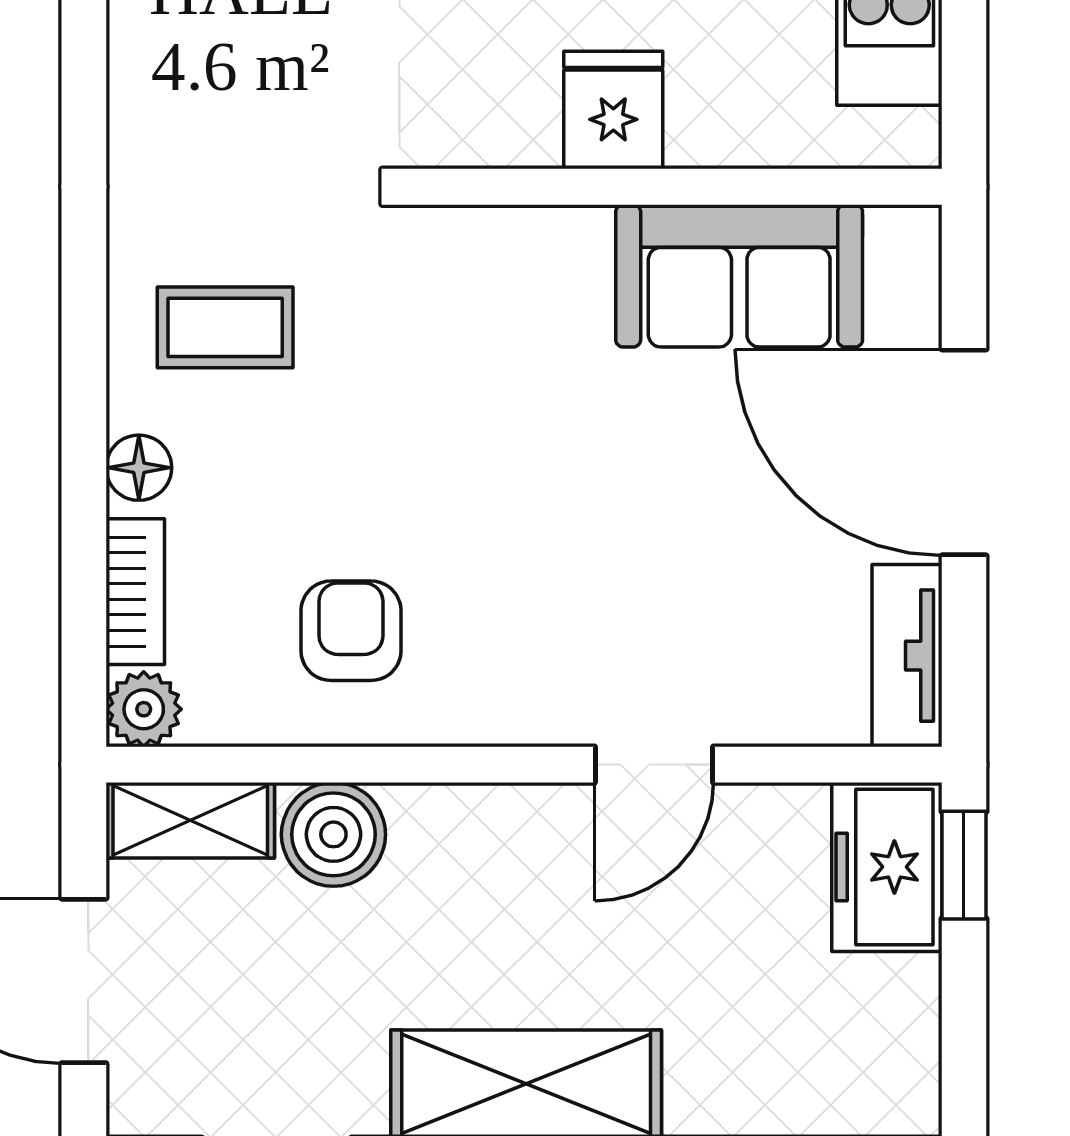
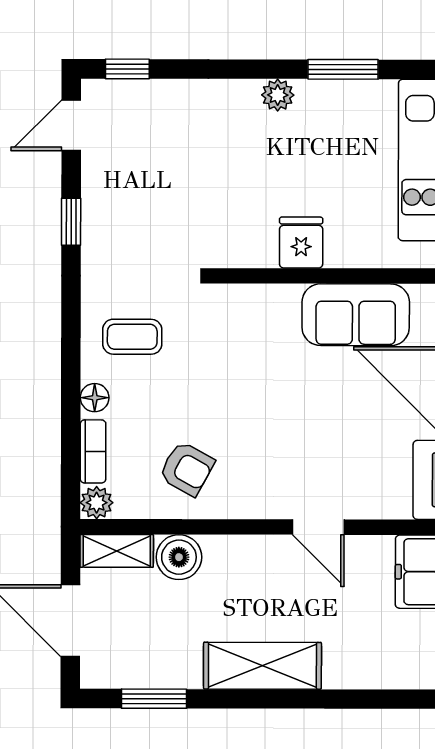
window: (84, 63) -> (71, 222), added
armchair: (351, 631) -> (187, 469), turned 119
door: (654, 765) -> (318, 527), hinge flipped

